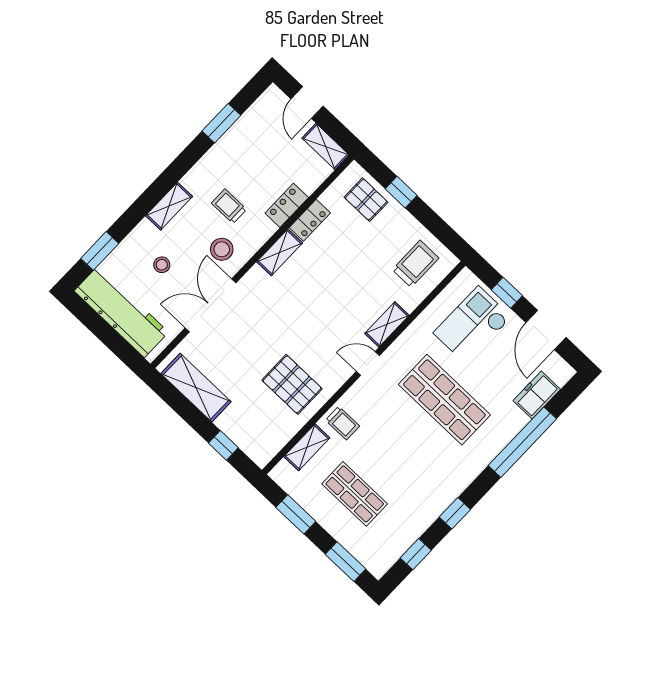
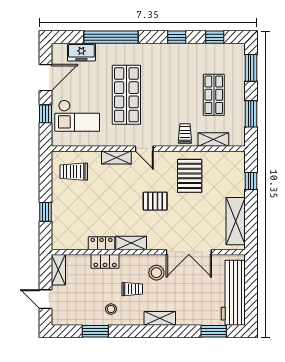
door: (307, 102) -> (46, 299), swing flipped
pallet: (366, 200) -> (155, 201), moved, turned 90
trolley: (229, 206) -> (132, 289), turned -90
stool: (162, 265) -> (111, 309), moved

